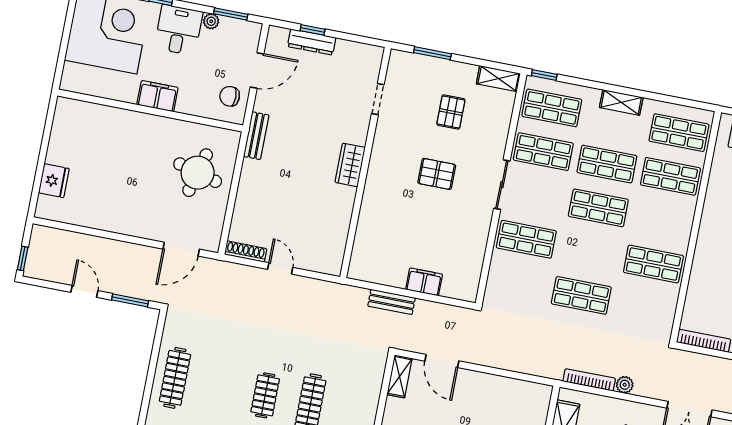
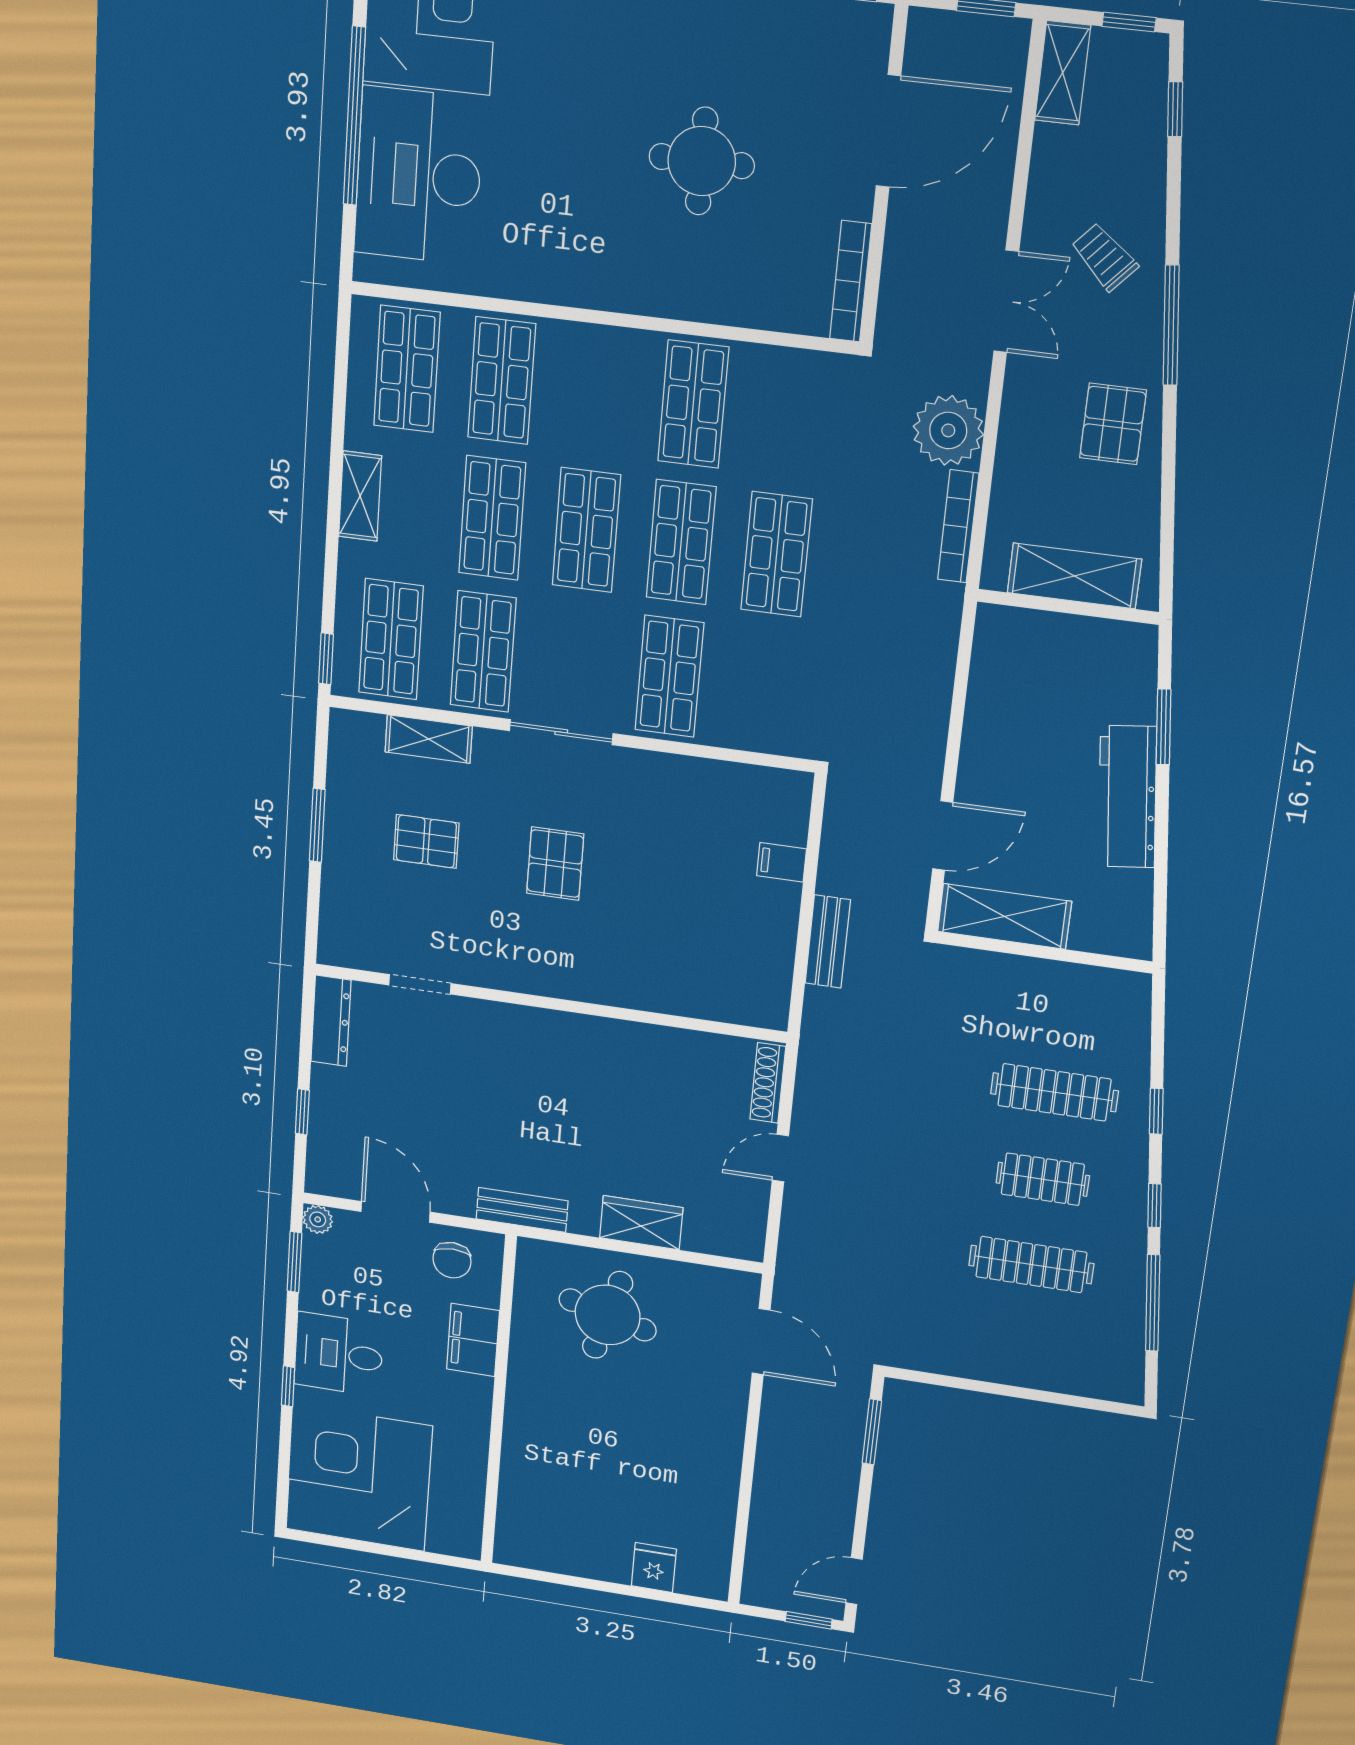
plant: (211, 21) -> (318, 1219), moved
dresser: (312, 42) -> (331, 1021), moved
window: (432, 53) -> (317, 825), moved
shelving: (498, 79) -> (429, 739), moved, turned 90
filing cabinet: (157, 96) -> (473, 1340), moved
wardrobe: (350, 165) -> (641, 1223), moved, turned 180
fridge: (54, 181) -> (654, 1568), width x0.72
shoe rack: (246, 252) -> (768, 1083), moved
shop shelf: (590, 252) -> (681, 542), added
filing cabinet: (424, 282) -> (782, 862), width x0.50
door: (84, 291) -> (854, 1581), moved
shelving: (399, 376) -> (1004, 916), width x1.50, depth x1.33
clothes rail: (175, 378) -> (1031, 1265), moved
plant: (625, 385) -> (948, 430), width x1.88, depth x1.88

